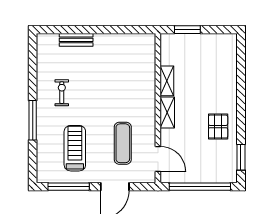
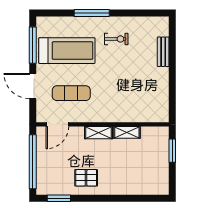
treadmill: (75, 148) -> (67, 51), width x1.37, depth x1.38

